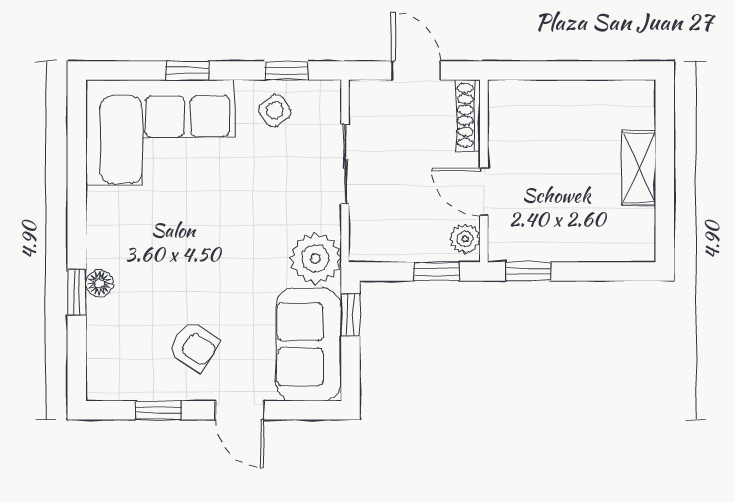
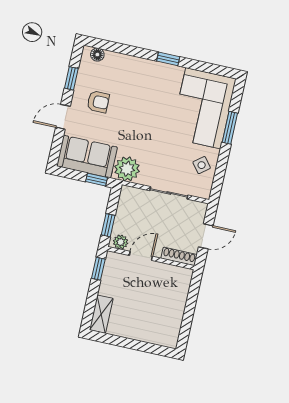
window: (187, 71) -> (230, 128), width x1.50
window: (287, 71) -> (219, 175), removed
shelving: (639, 168) -> (101, 314), moved, turned 90
floor lamp: (99, 283) -> (97, 55), moved
window: (77, 292) -> (168, 59), moved
armchair: (194, 346) -> (98, 102), turned -124

